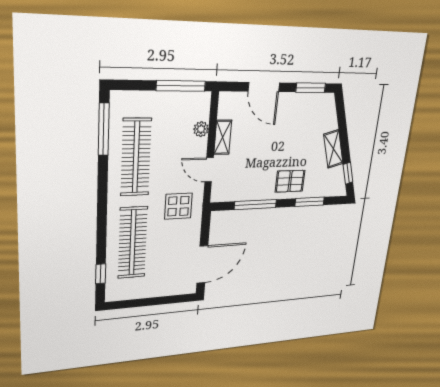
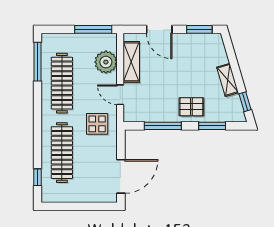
plant: (201, 129) -> (106, 62), width x1.88, depth x1.88
shelving: (223, 137) -> (131, 62), width x1.50, depth x1.33

